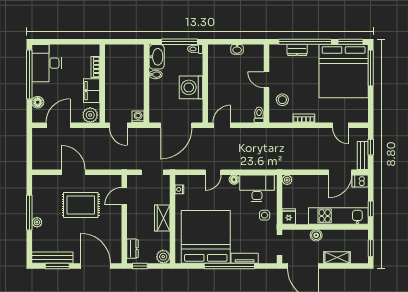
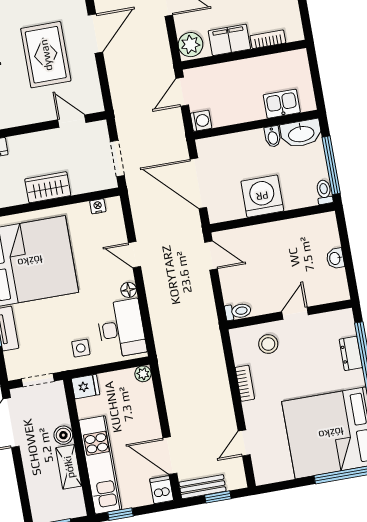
kitchen sink: (136, 65) -> (282, 104), added
shelving: (337, 257) -> (69, 467), moved

